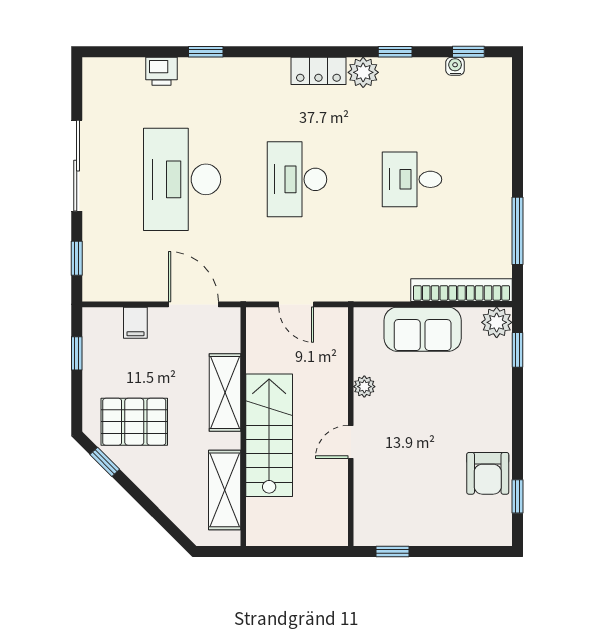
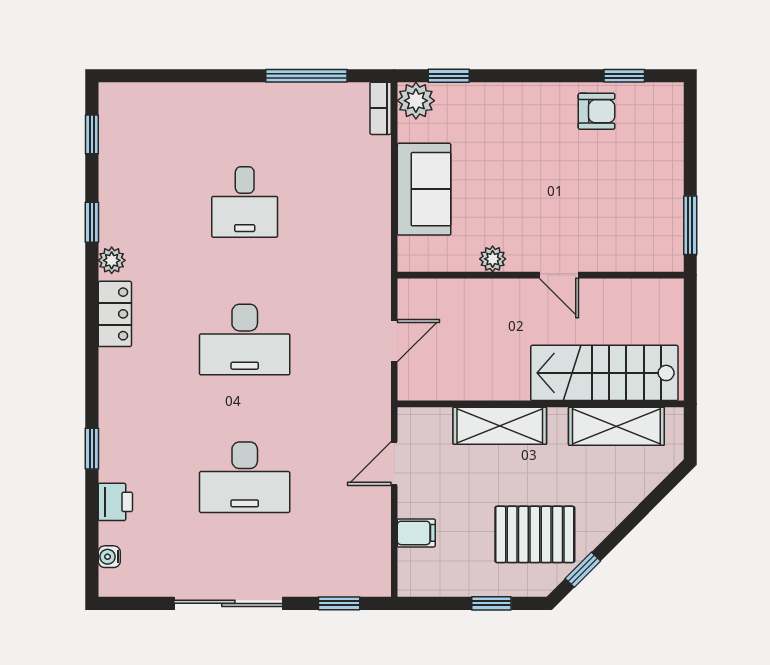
water cooler: (455, 66) -> (109, 557), moved
plant: (363, 72) -> (112, 260), width x0.73, depth x0.73
desk: (182, 179) -> (245, 477), width x0.73, depth x0.77
bookcase: (462, 290) -> (381, 108), width x0.43, depth x0.76
door: (193, 304) -> (394, 463), width x0.73
window: (77, 353) -> (491, 603), moved
pallet: (134, 422) -> (535, 534), turned 90
stairs: (269, 435) -> (604, 373), moved
armchair: (488, 473) -> (597, 111), width x0.72, depth x0.72
window: (393, 552) -> (690, 225), width x1.50

